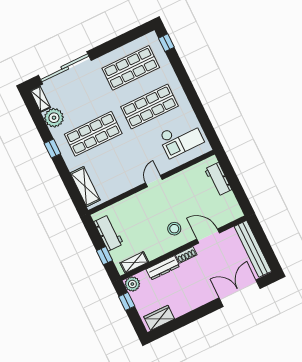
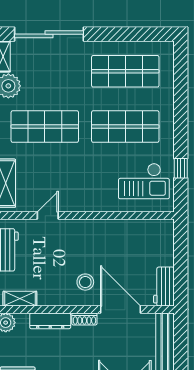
window: (166, 43) -> (181, 168), moved
workbench: (218, 179) -> (164, 287), moved
door: (154, 181) -> (48, 216), moved
door: (208, 236) -> (120, 310), width x1.36

